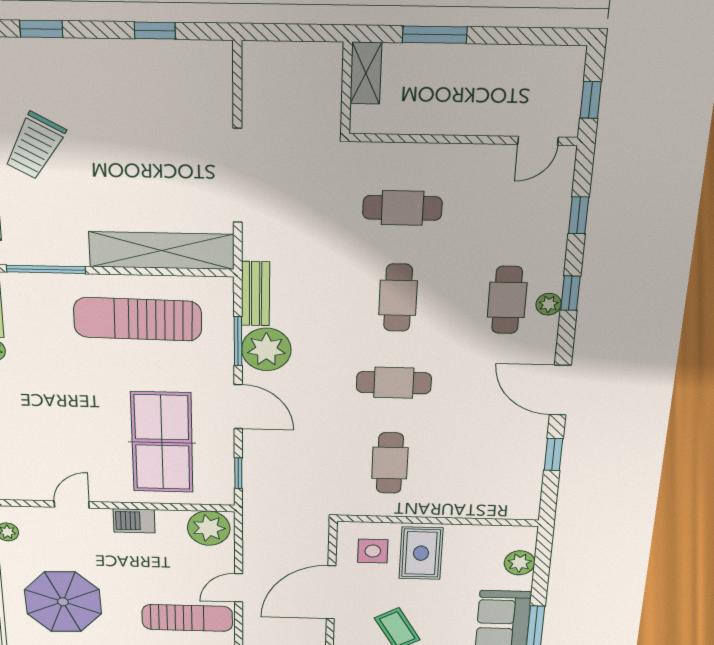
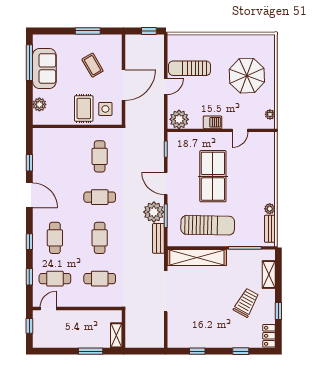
cafe table: (515, 210) -> (55, 279), added
plant: (549, 304) -> (38, 236), removed
table tennis table: (162, 442) -> (213, 176), moved

